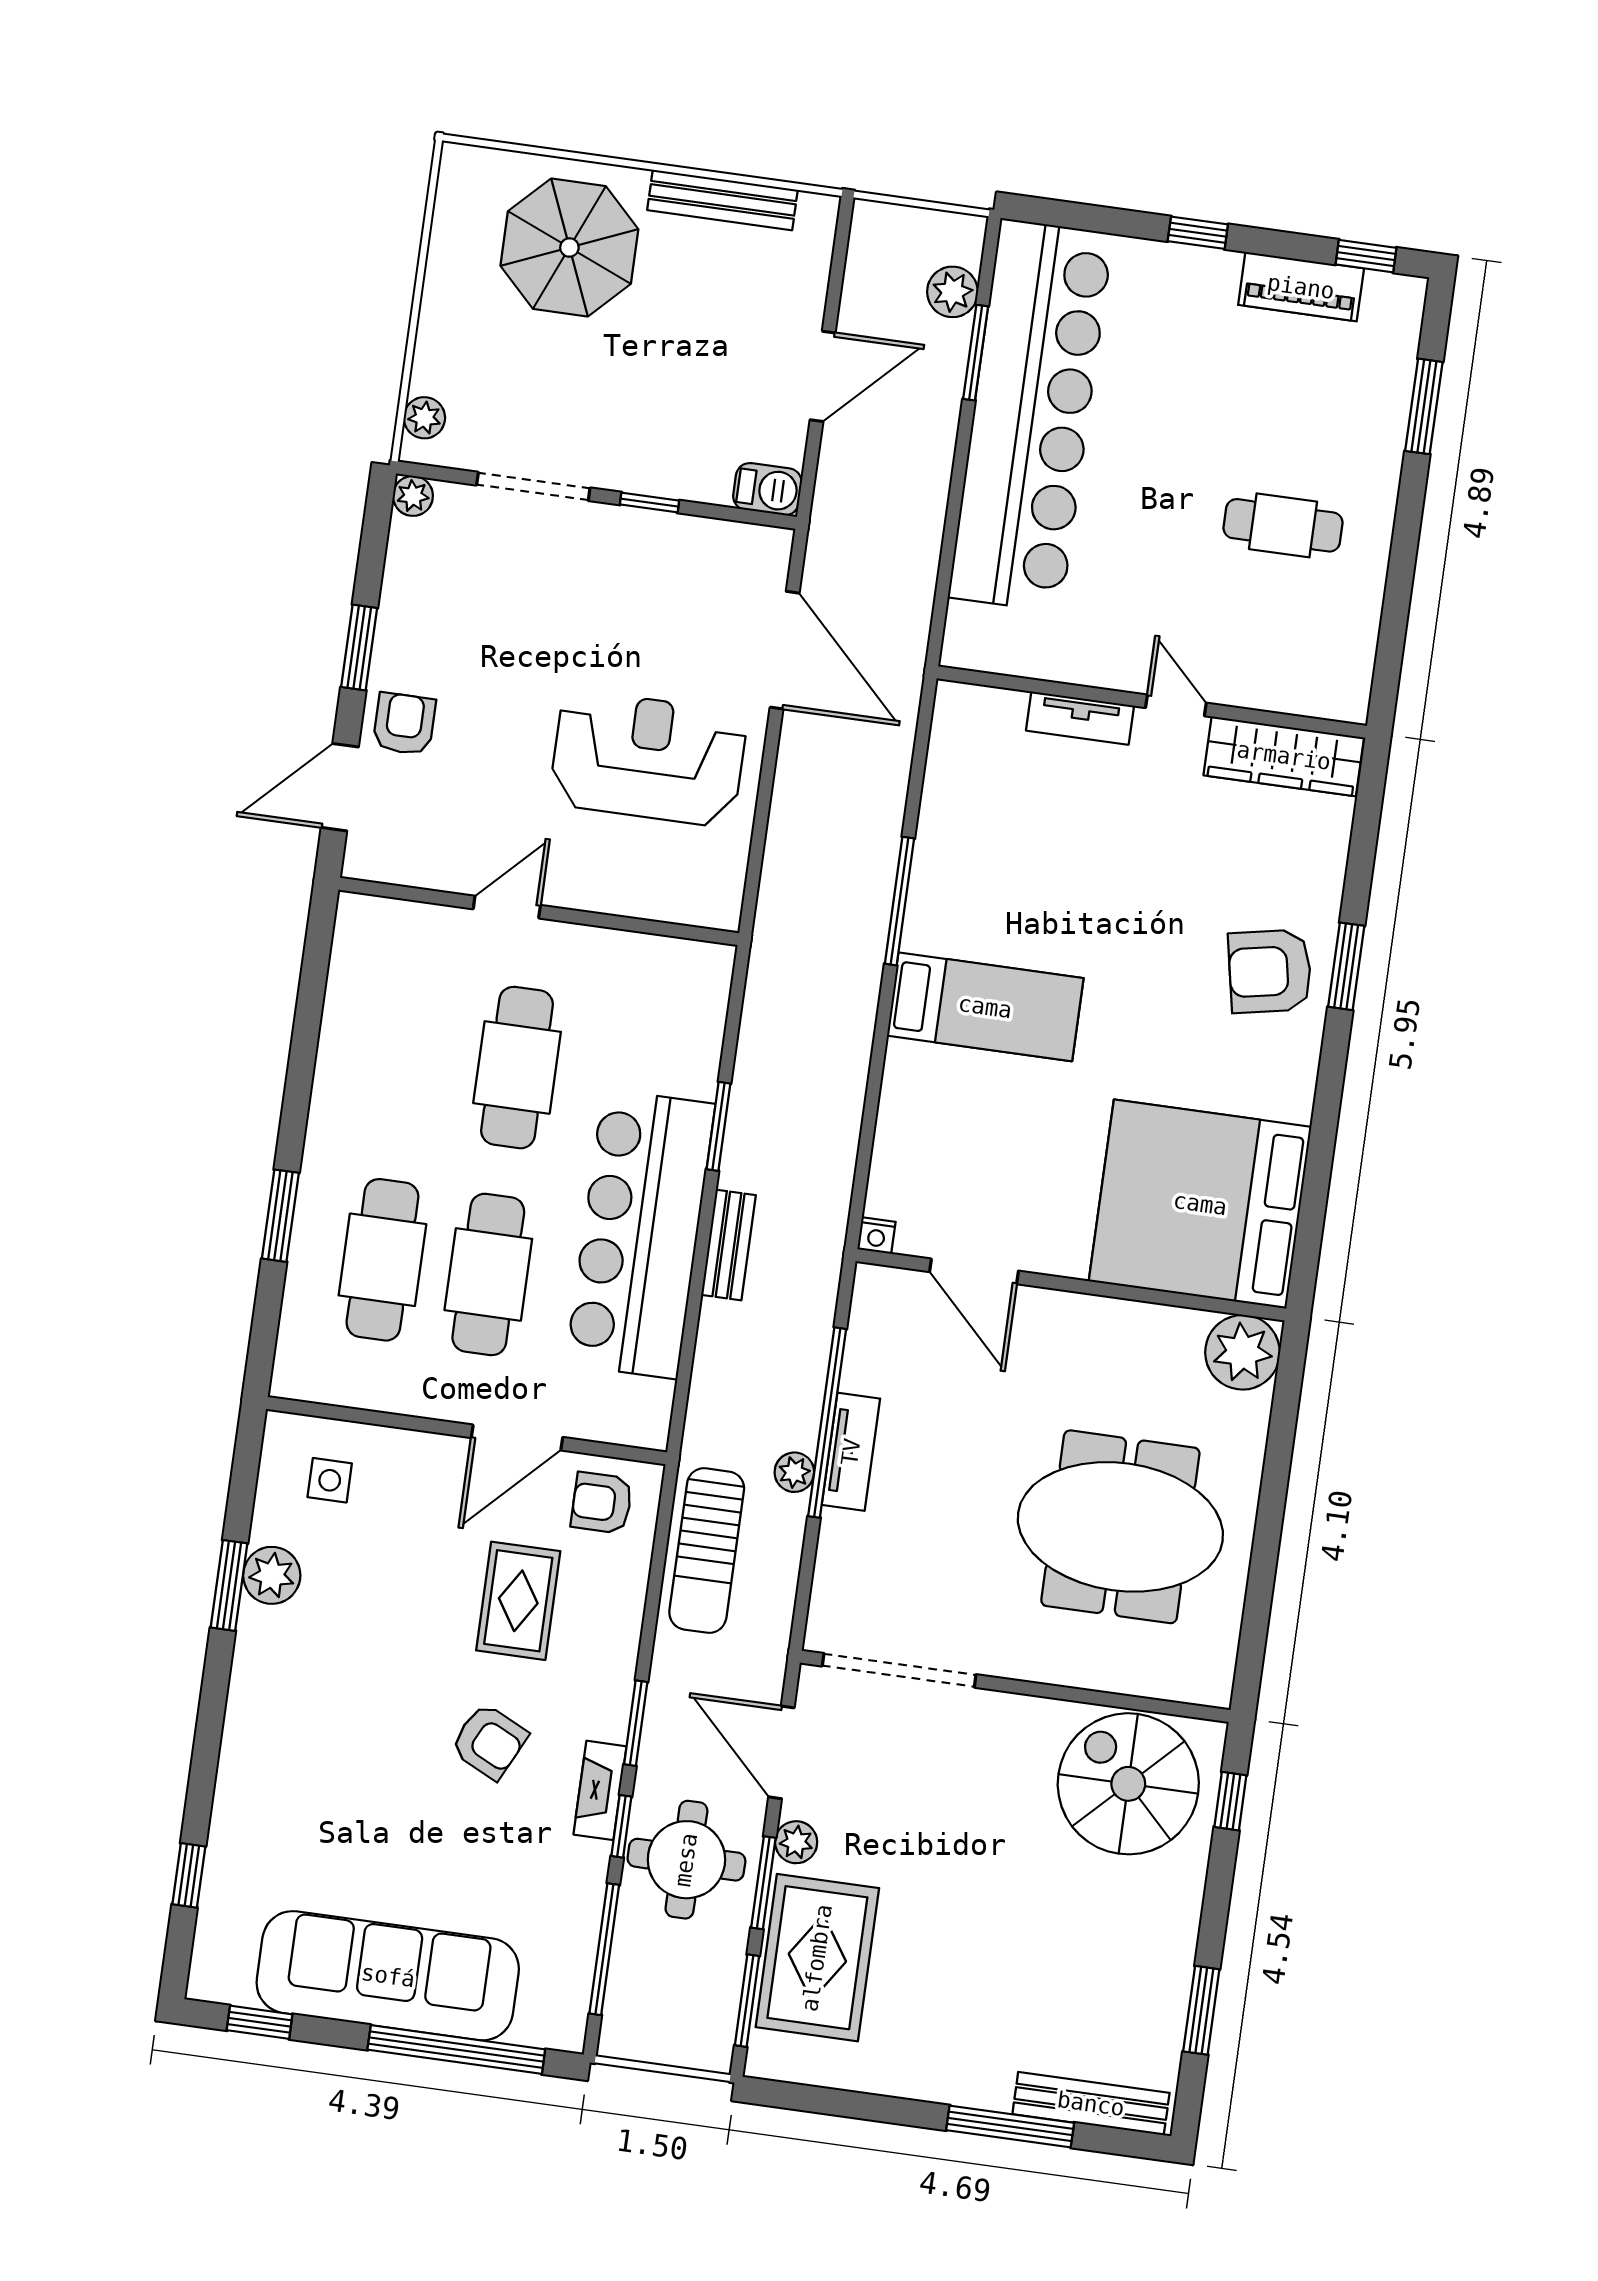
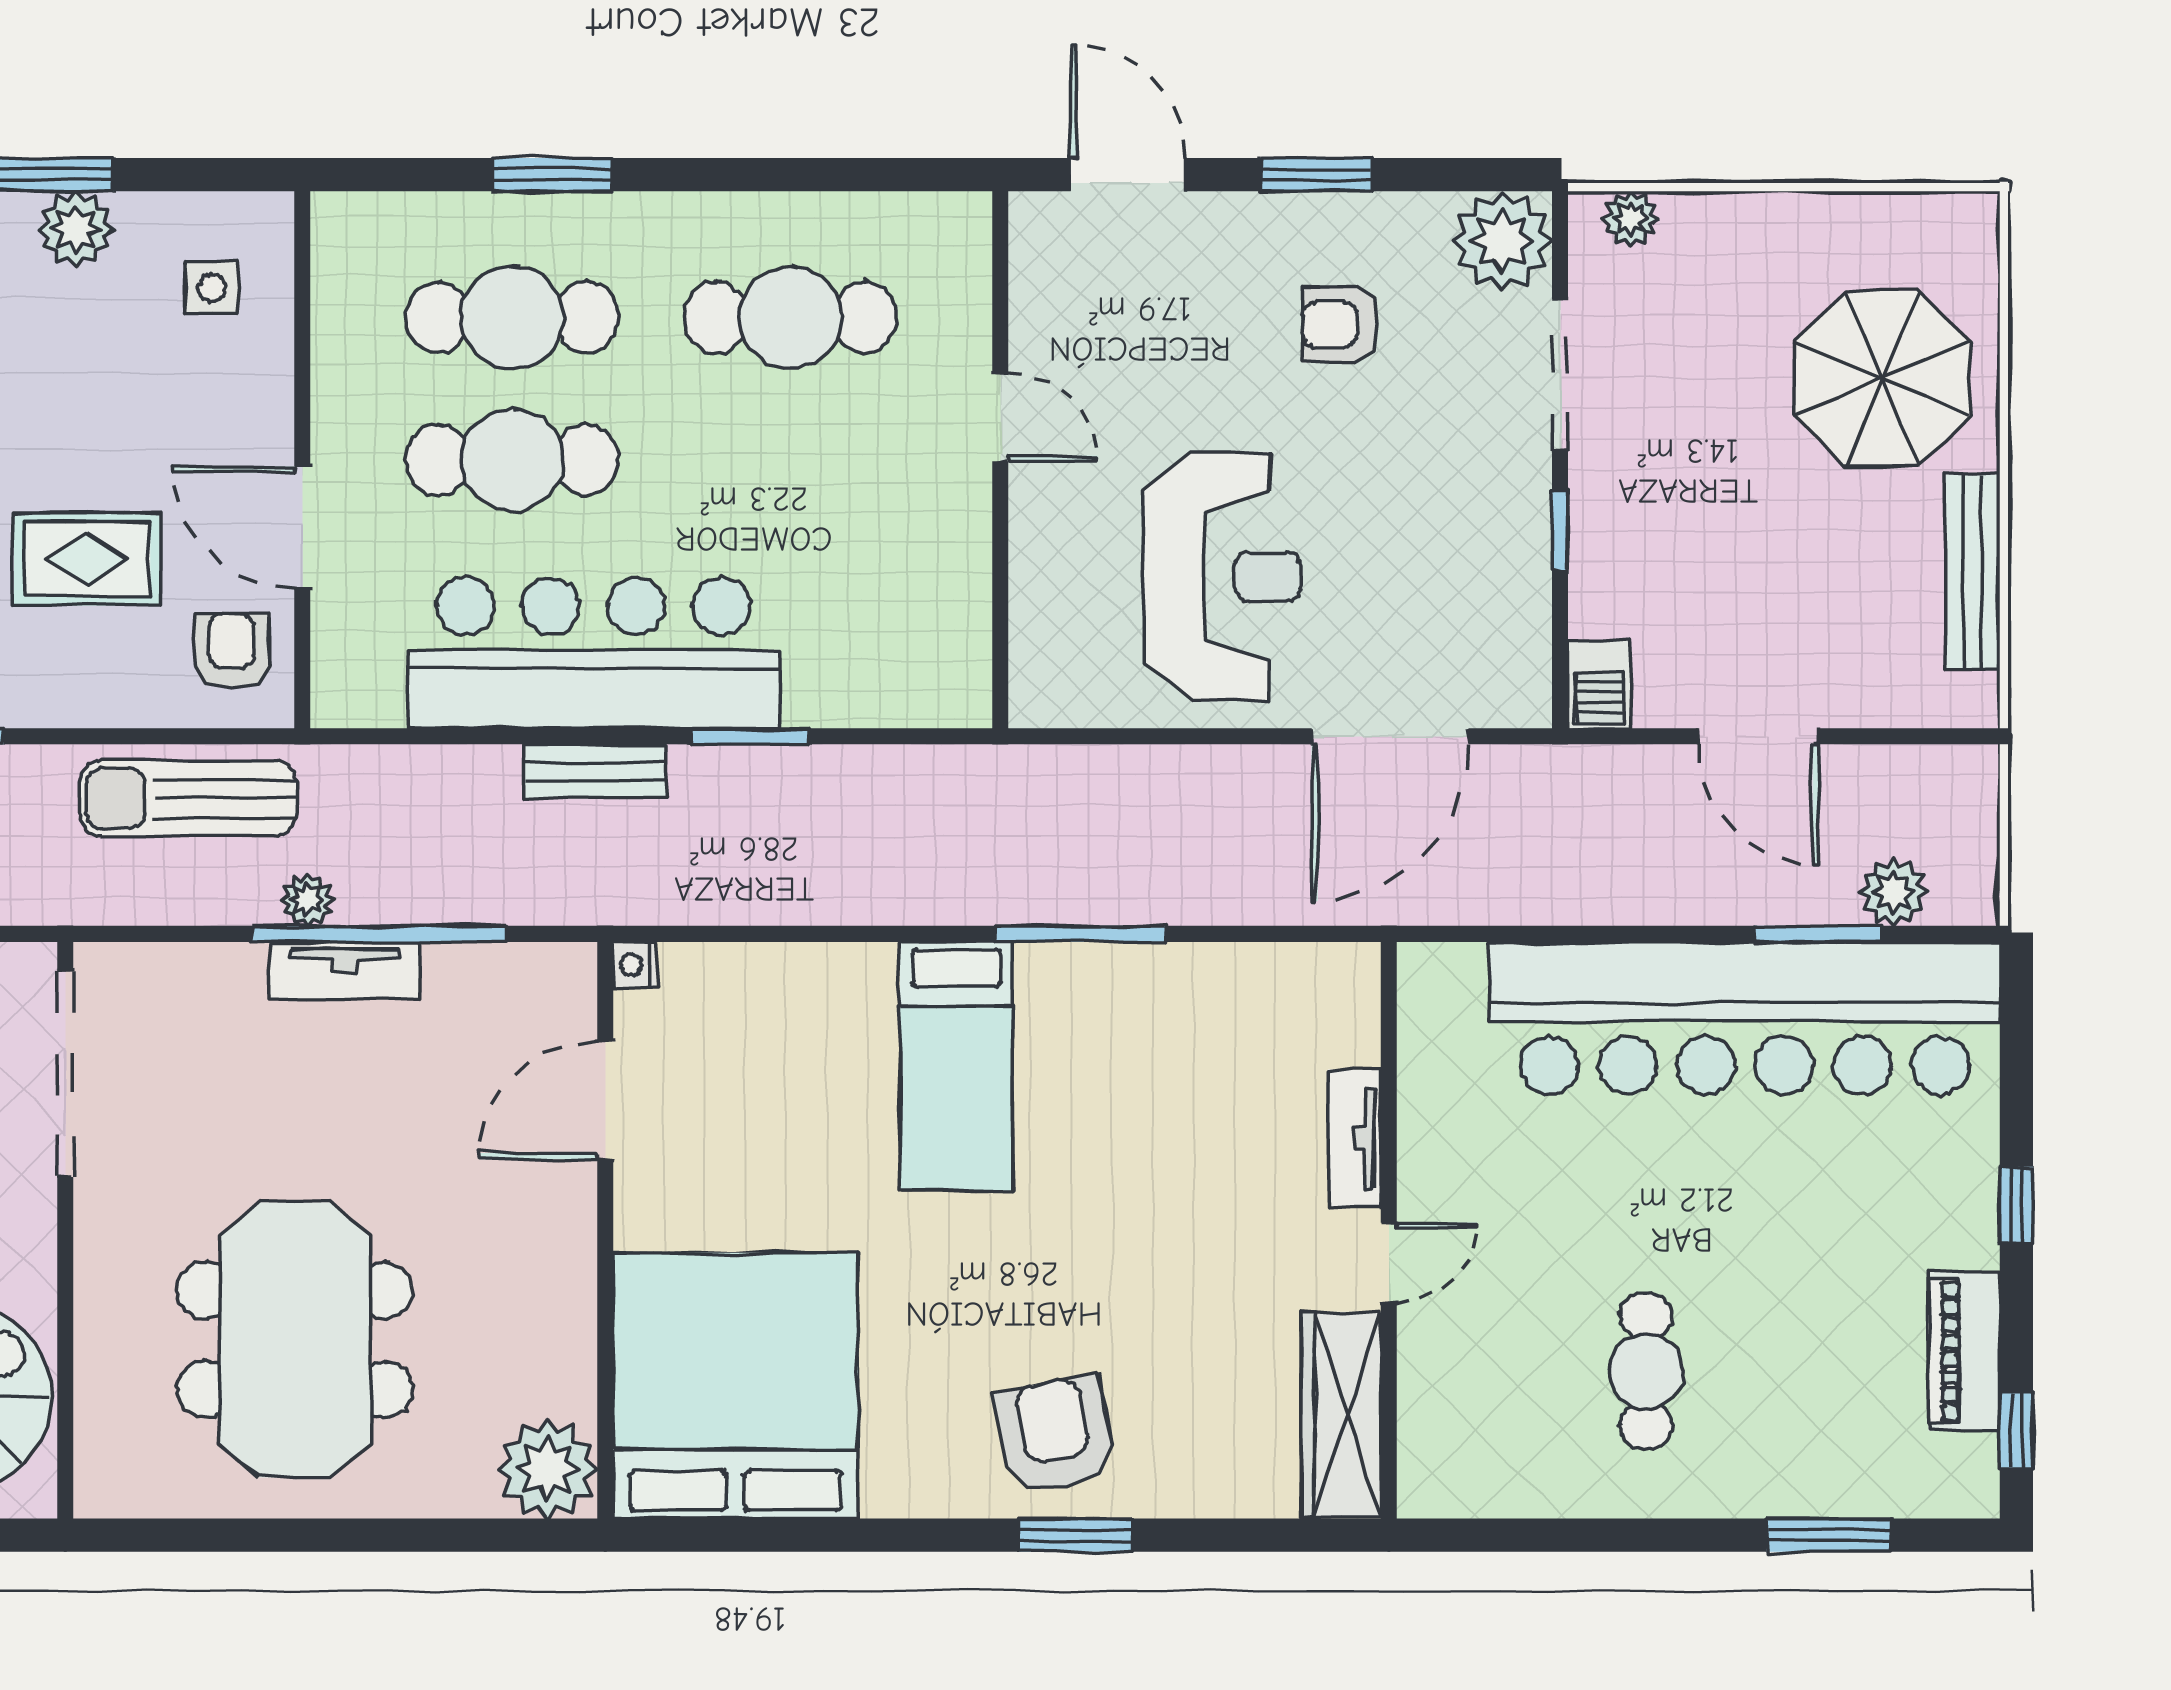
plant: (413, 496) -> (1502, 241), width x1.88, depth x1.88
armchair: (404, 724) -> (1340, 325), moved, turned 180
cafe table: (517, 1068) -> (790, 317), moved

